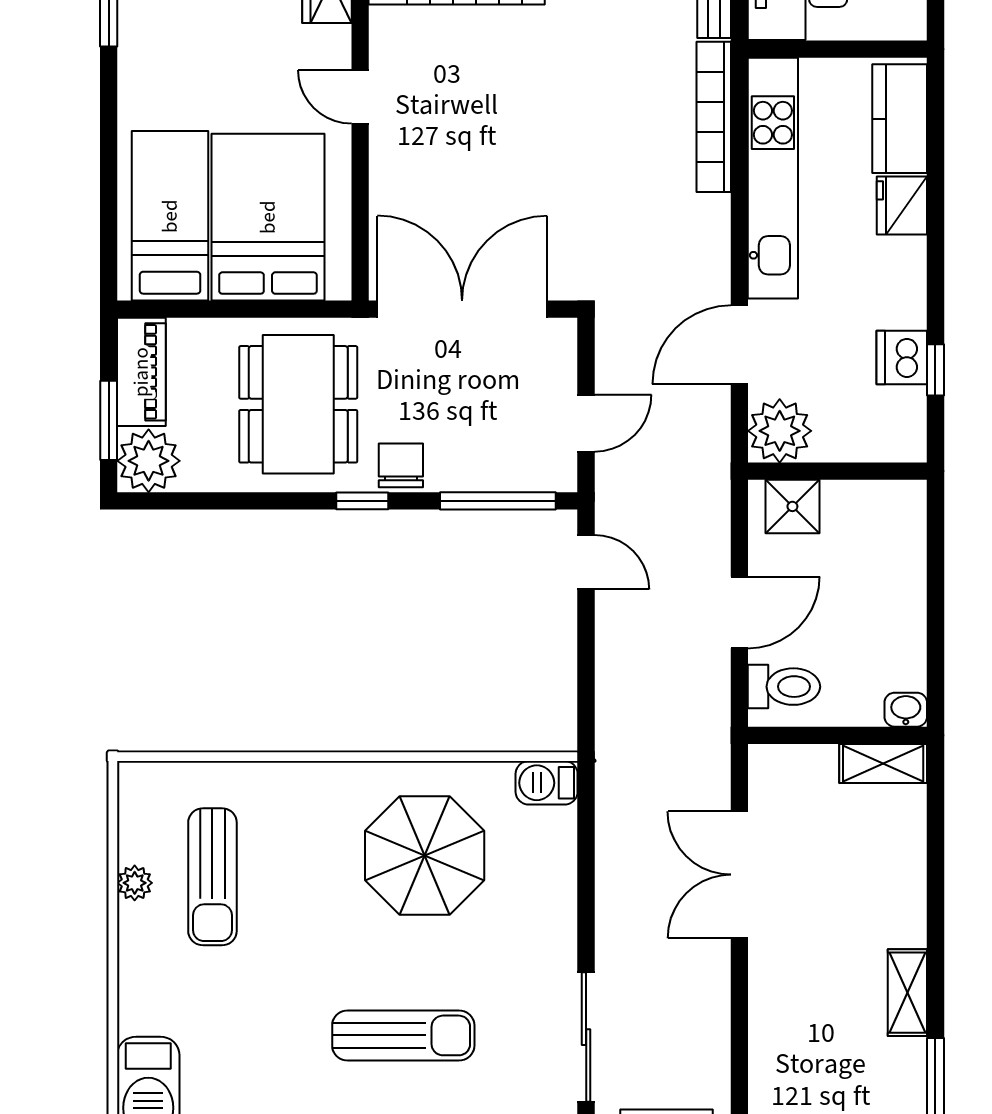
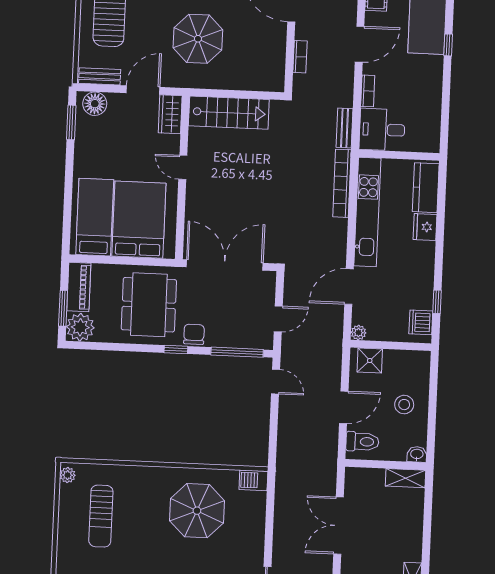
dishwasher: (902, 357) -> (421, 322), moved
plant: (780, 431) -> (358, 333), width x0.53, depth x0.53
stool: (873, 601) -> (404, 405), added
plant: (135, 883) -> (68, 475), moved

